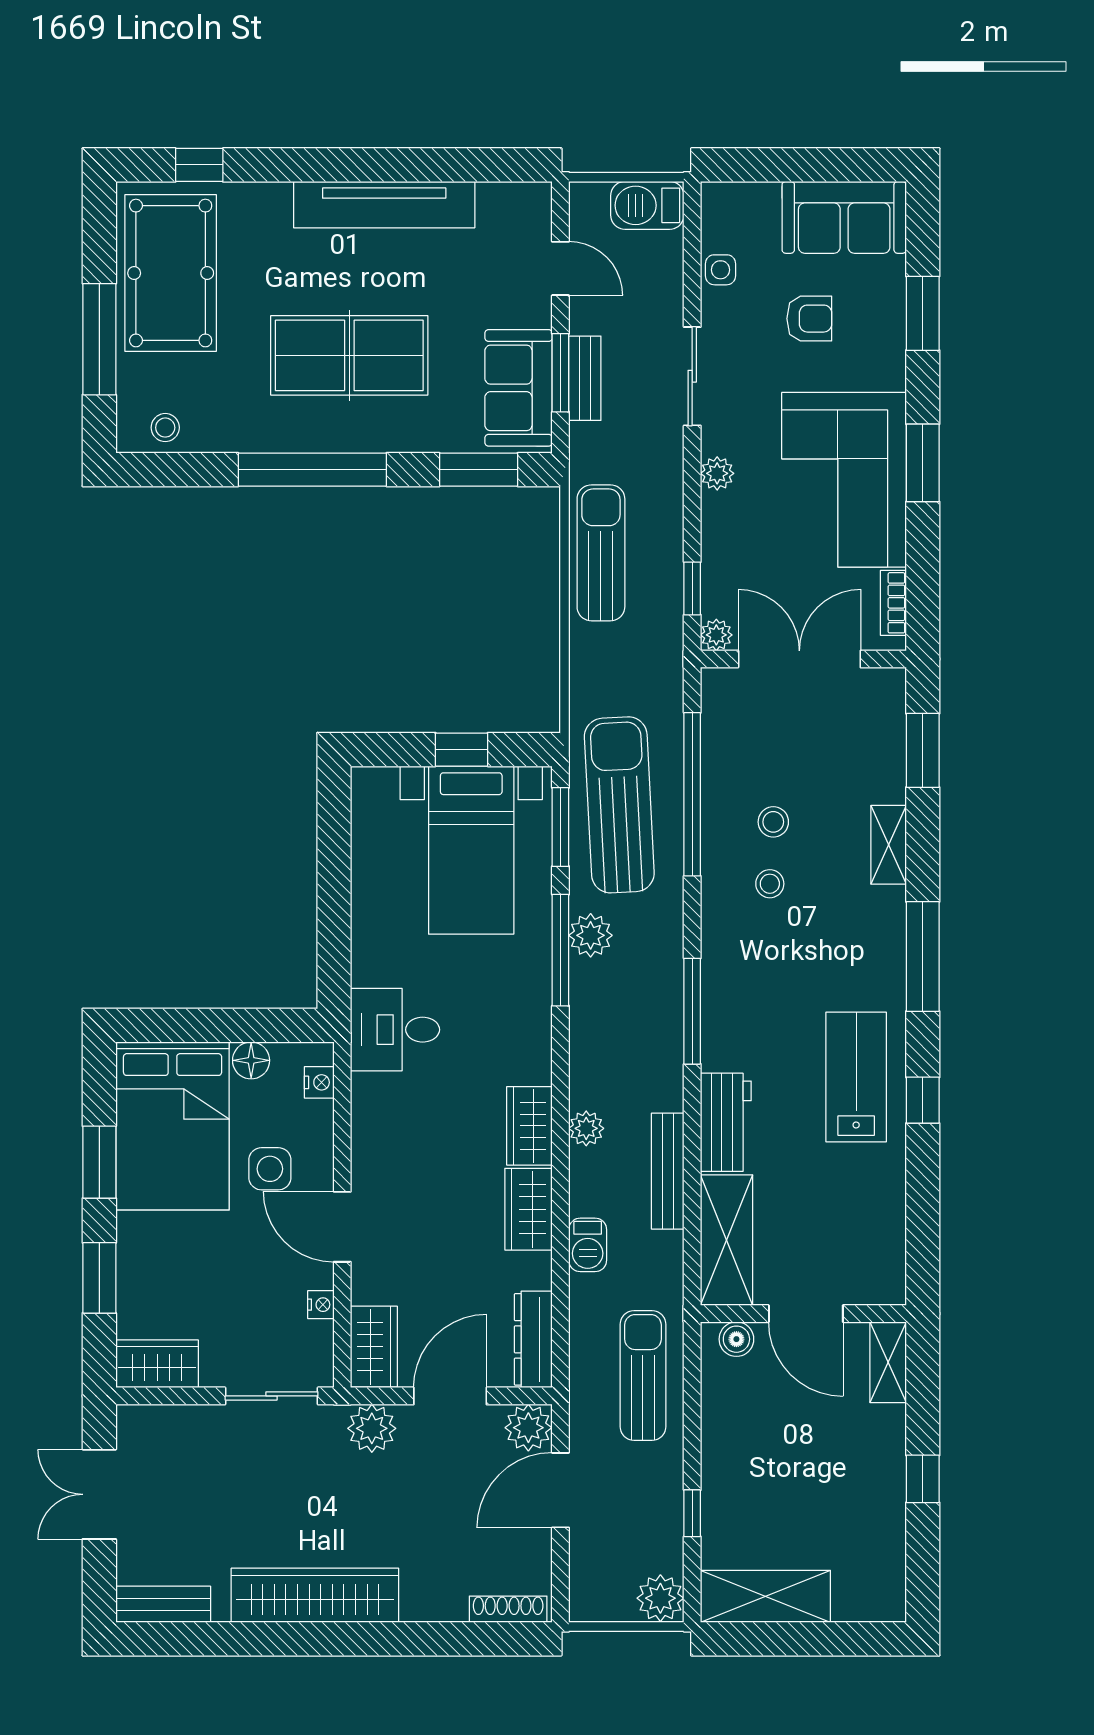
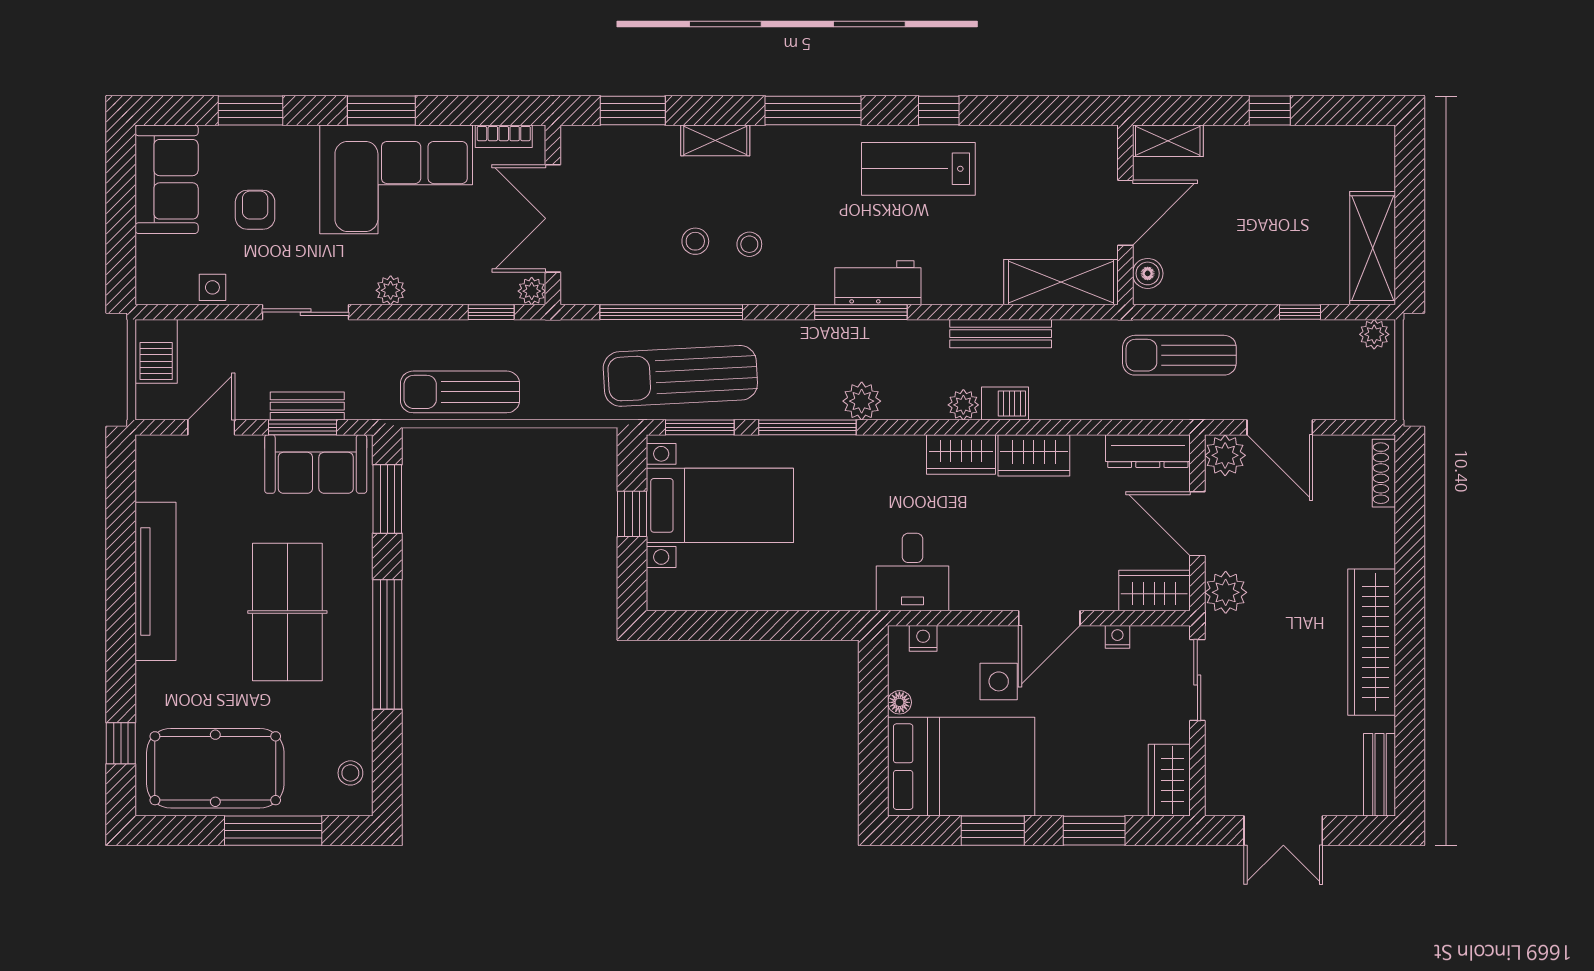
plant: (591, 935) -> (862, 401), moved
desk: (395, 1030) -> (912, 572), moved
floor lamp: (251, 1060) -> (899, 702), width x0.73, depth x0.73
workbench: (726, 1122) -> (878, 283), moved
barbecue: (588, 1245) -> (1005, 404), moved
plant: (660, 1598) -> (1374, 334), width x0.73, depth x0.73

